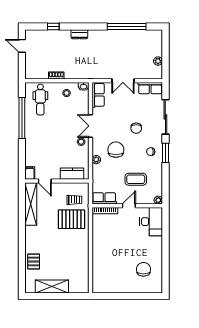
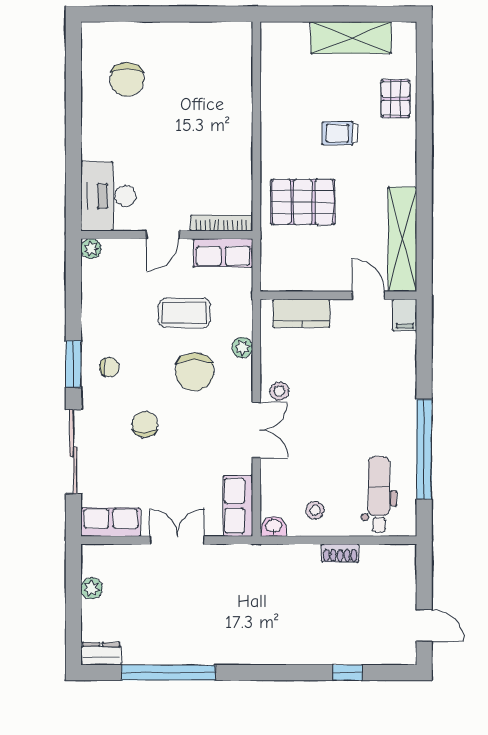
dresser: (79, 34) -> (101, 654), moved
coffee table: (136, 179) -> (184, 313), moved
trolley: (74, 200) -> (340, 133), moved

